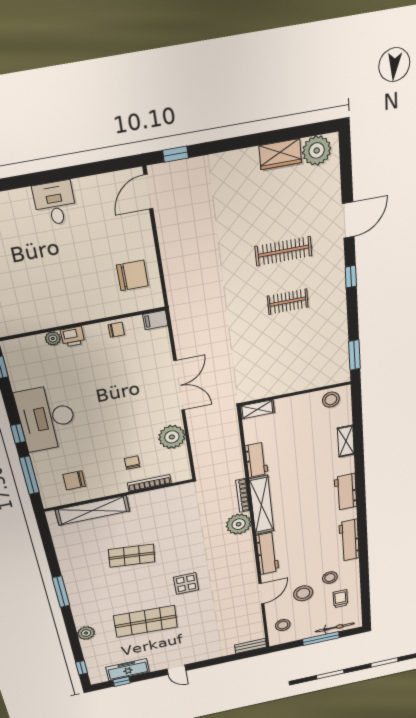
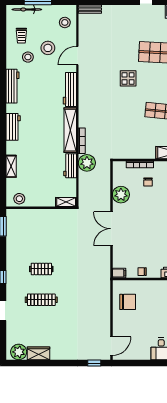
chair: (132, 276) -> (128, 302), turned 180
plant: (239, 524) -> (87, 163), moved

